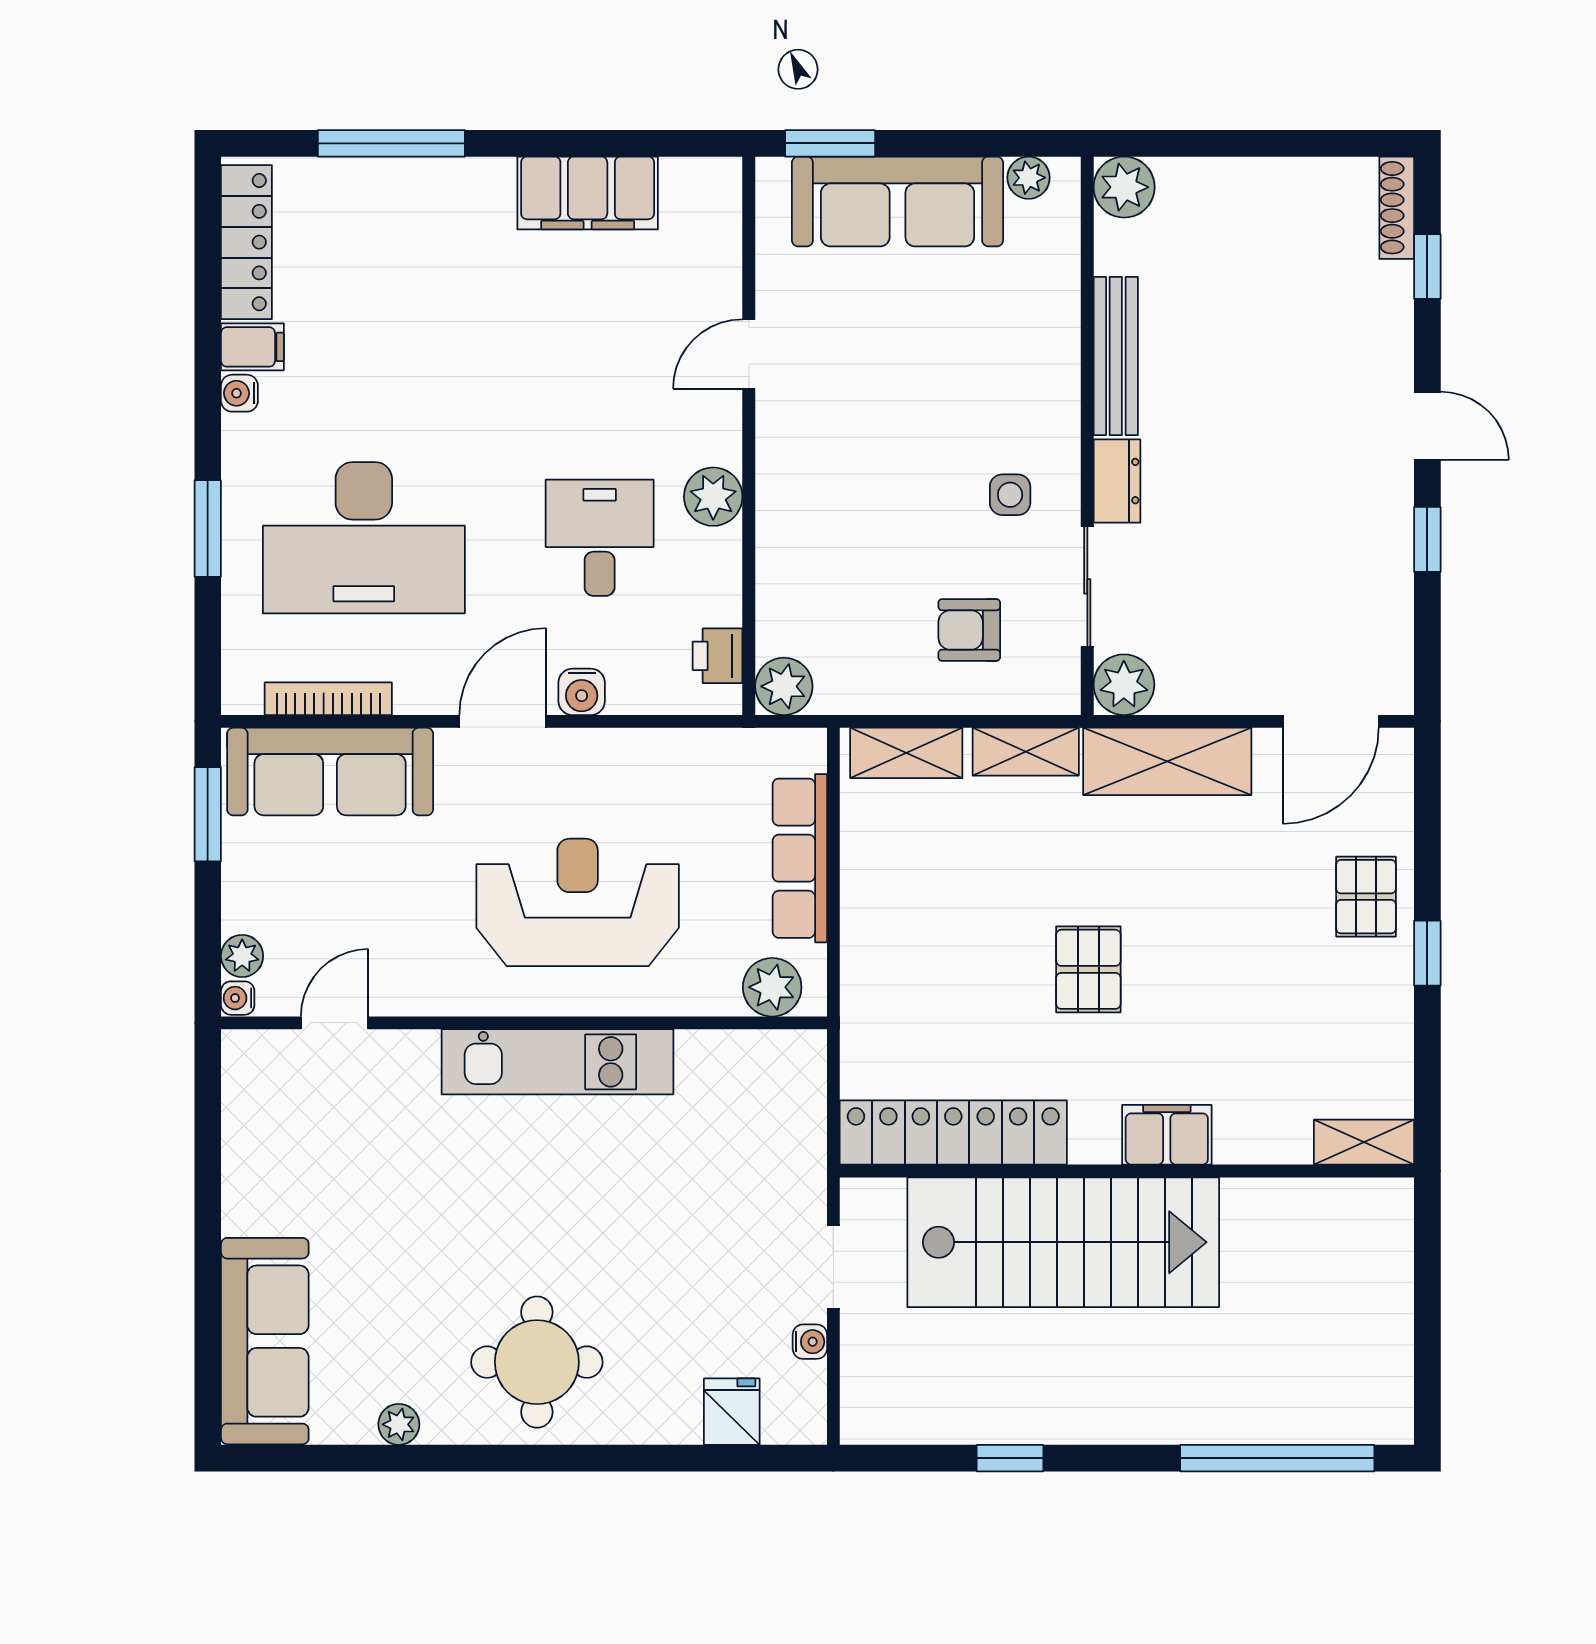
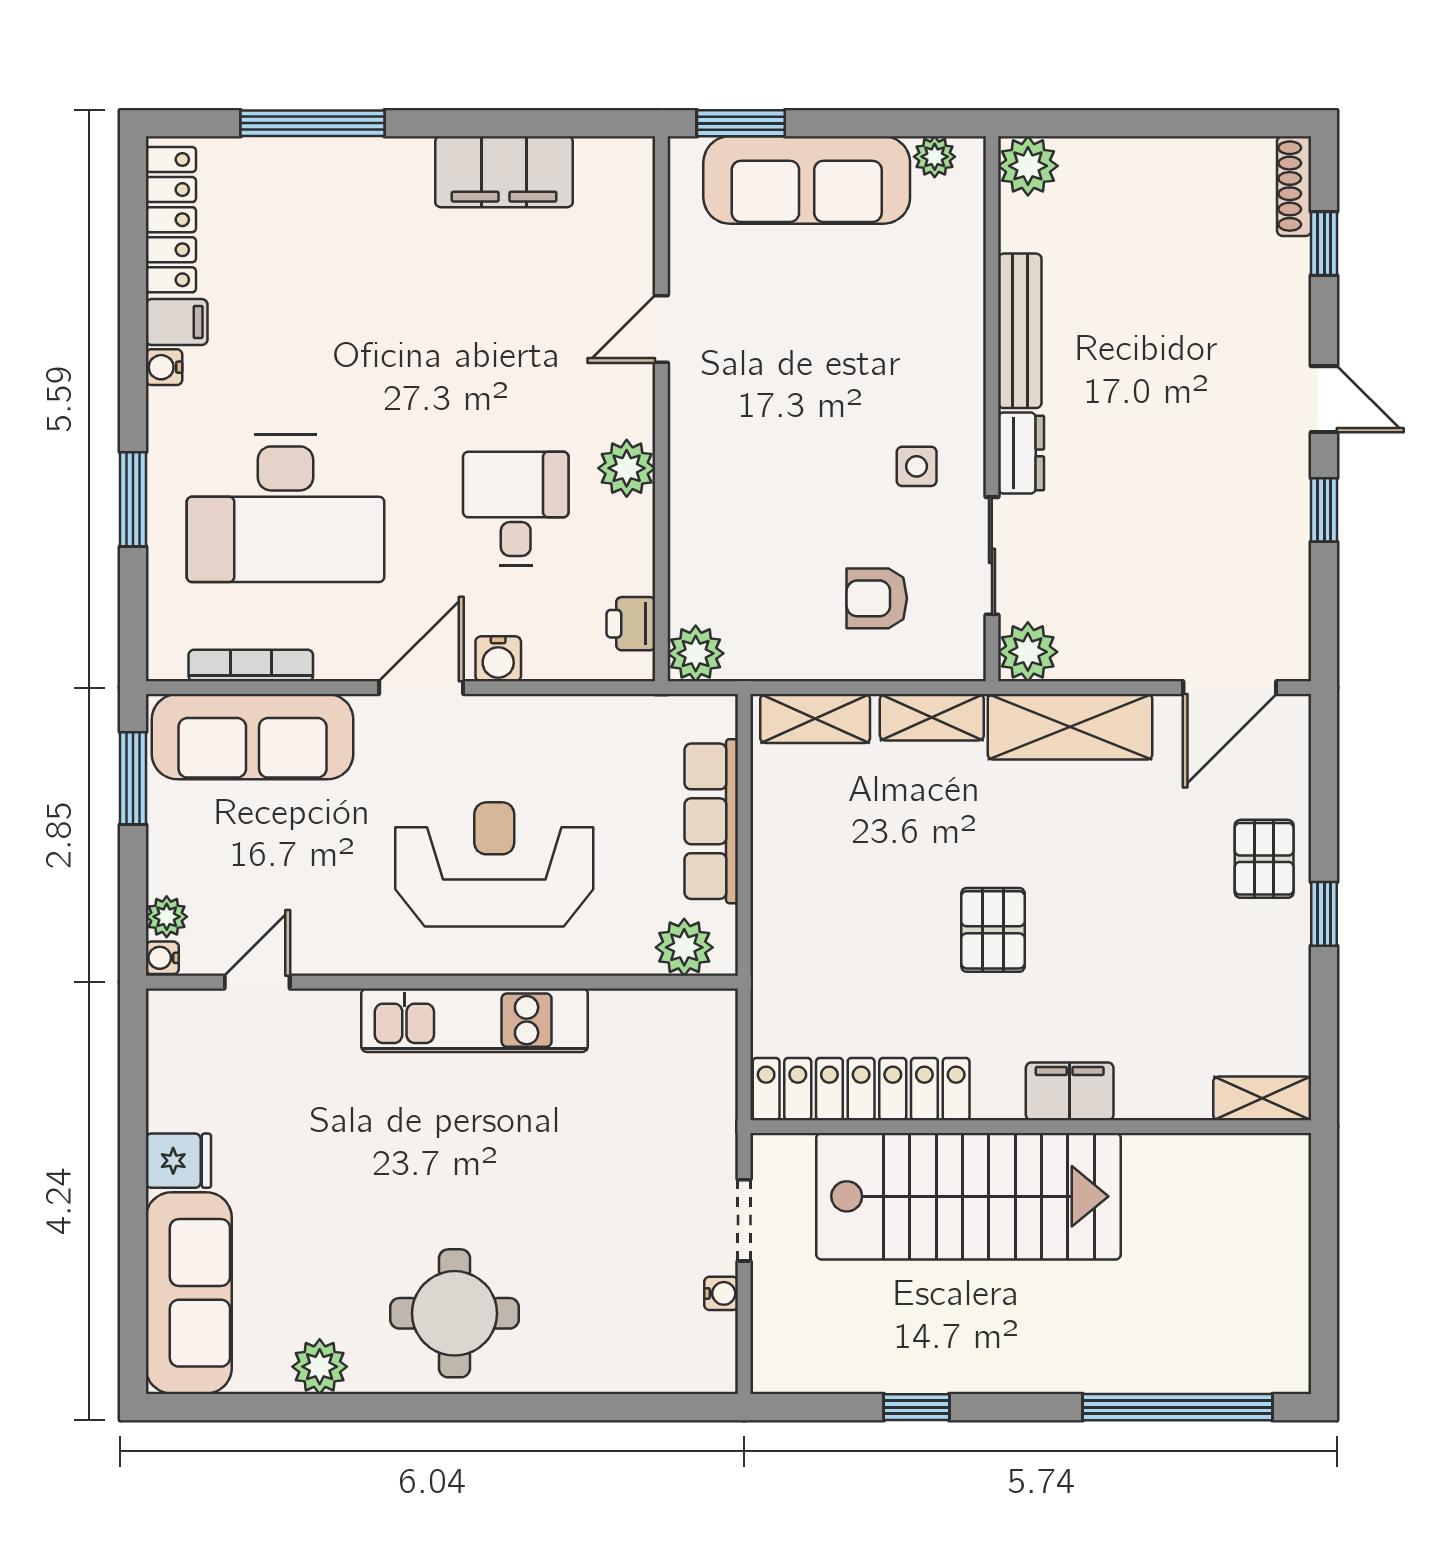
fridge: (732, 1412) -> (178, 1161), moved, turned 90
plant: (399, 1424) -> (320, 1367), width x1.38, depth x1.38

